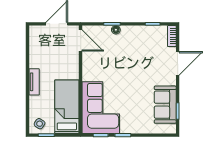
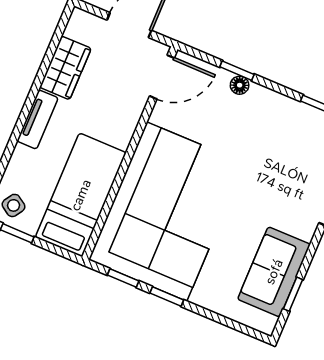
door: (81, 40) -> (162, 77), hinge flipped
wardrobe: (37, 54) -> (65, 68), added
corner sofa: (101, 108) -> (167, 211), width x1.36, depth x1.36

